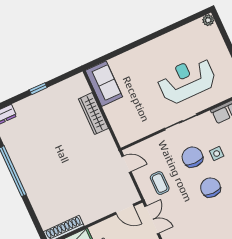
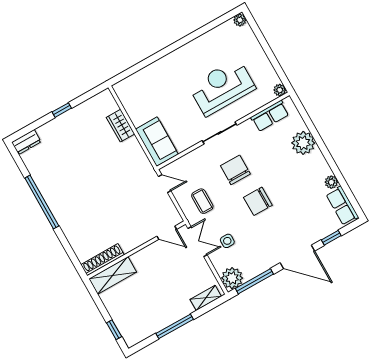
sofa: (104, 84) -> (157, 142), moved
wardrobe: (93, 114) -> (120, 126), width x0.67
side table: (217, 154) -> (227, 241), moved
chair: (210, 188) -> (258, 201), turned -90

